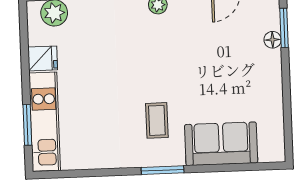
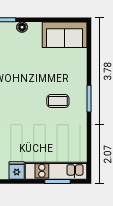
floor lamp: (273, 40) -> (22, 27), moved
sofa: (221, 144) -> (65, 35), moved, turned -90

